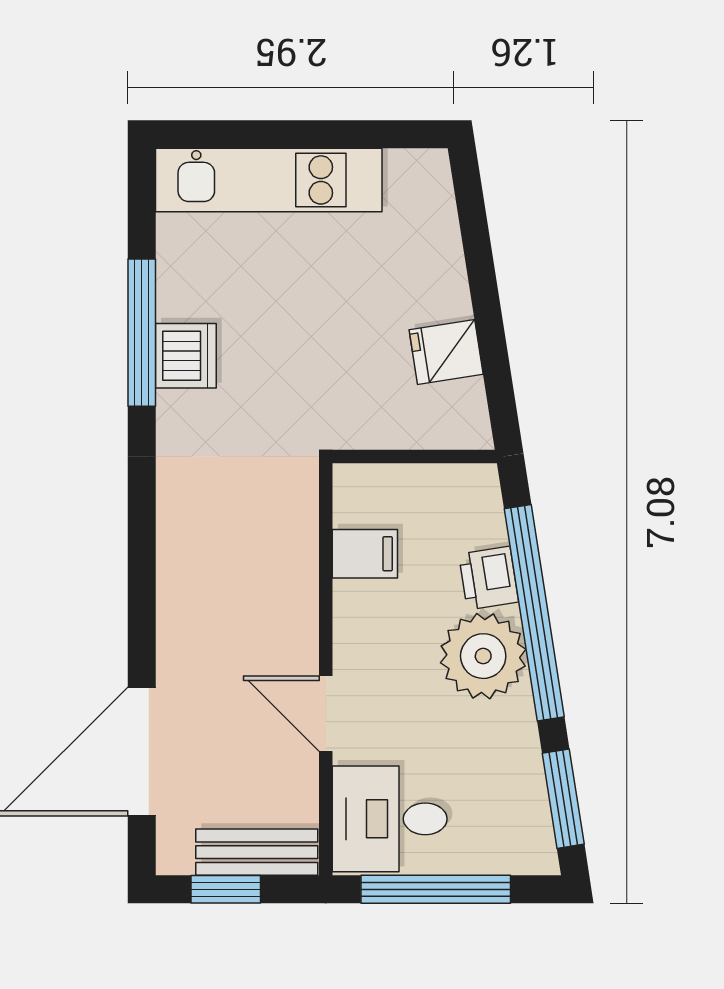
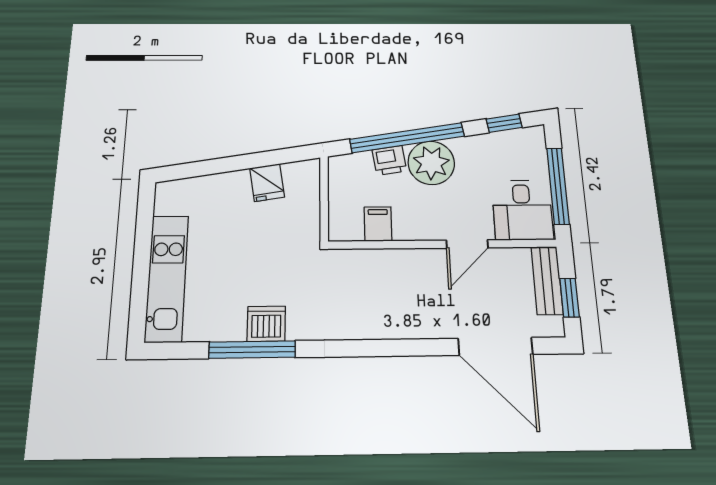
window: (563, 799) -> (504, 123), width x0.67

